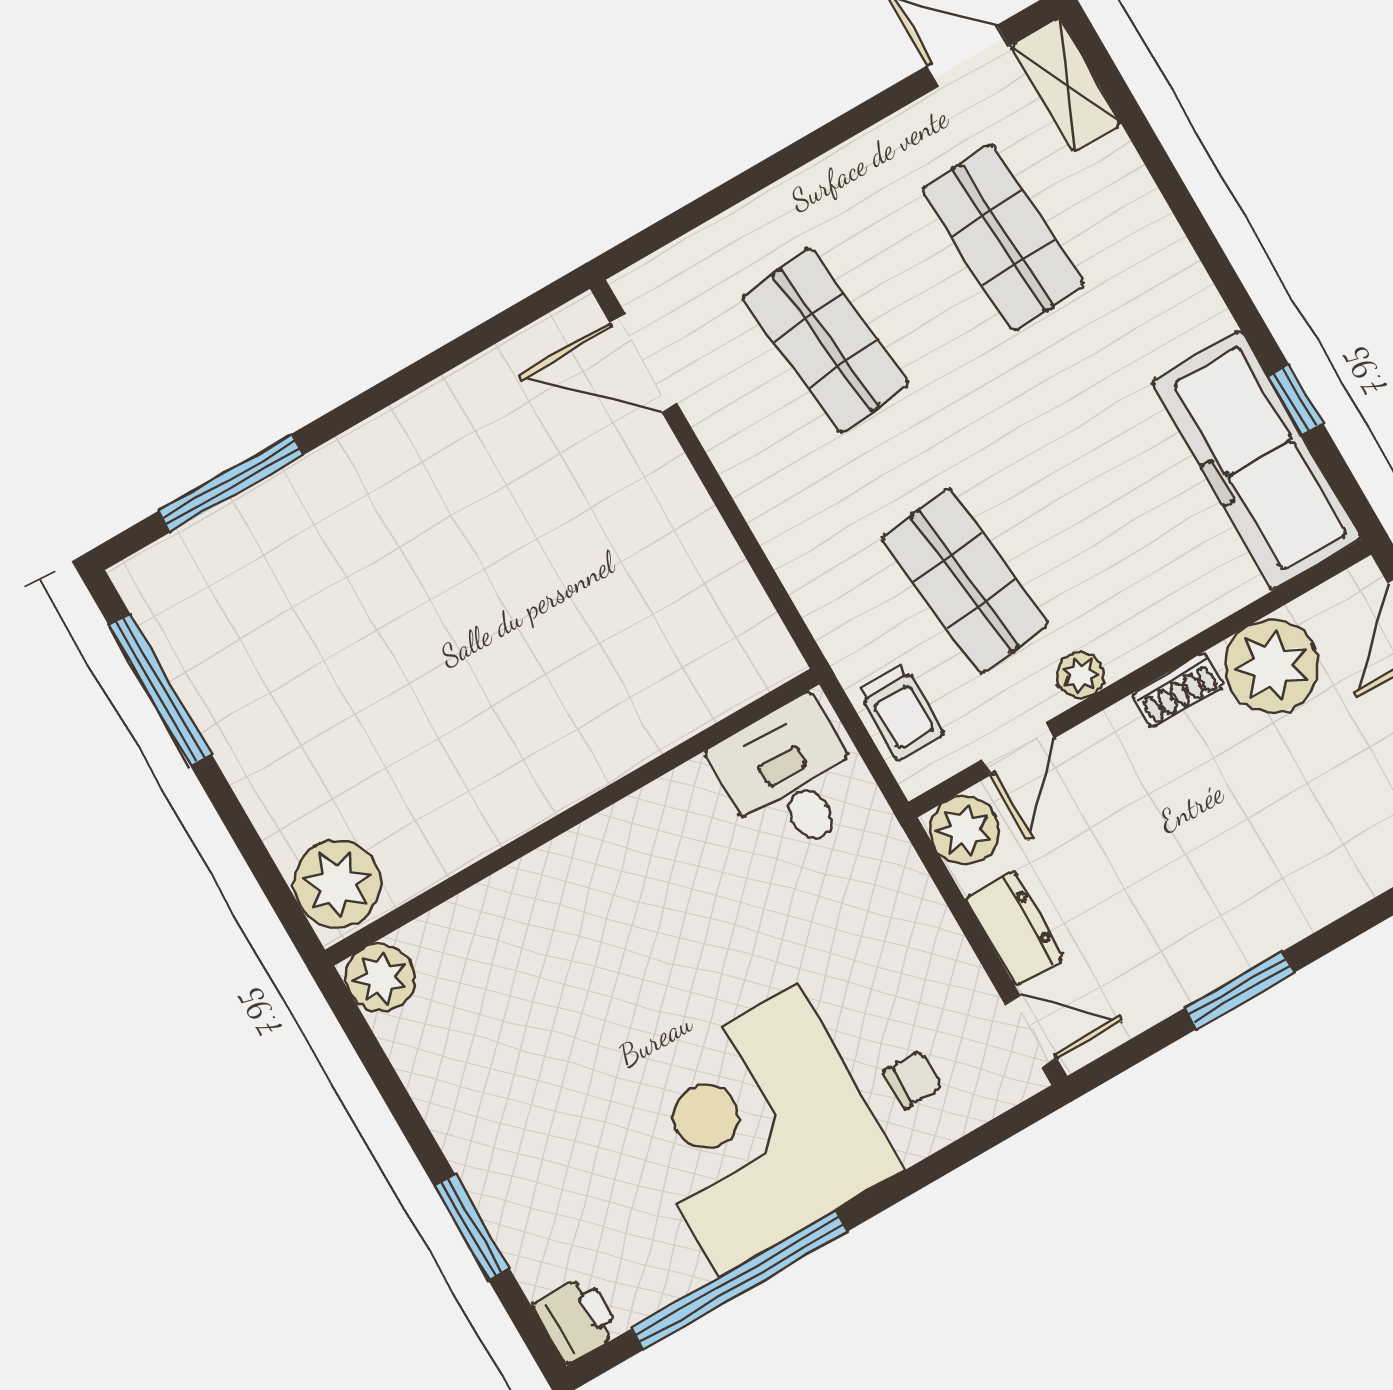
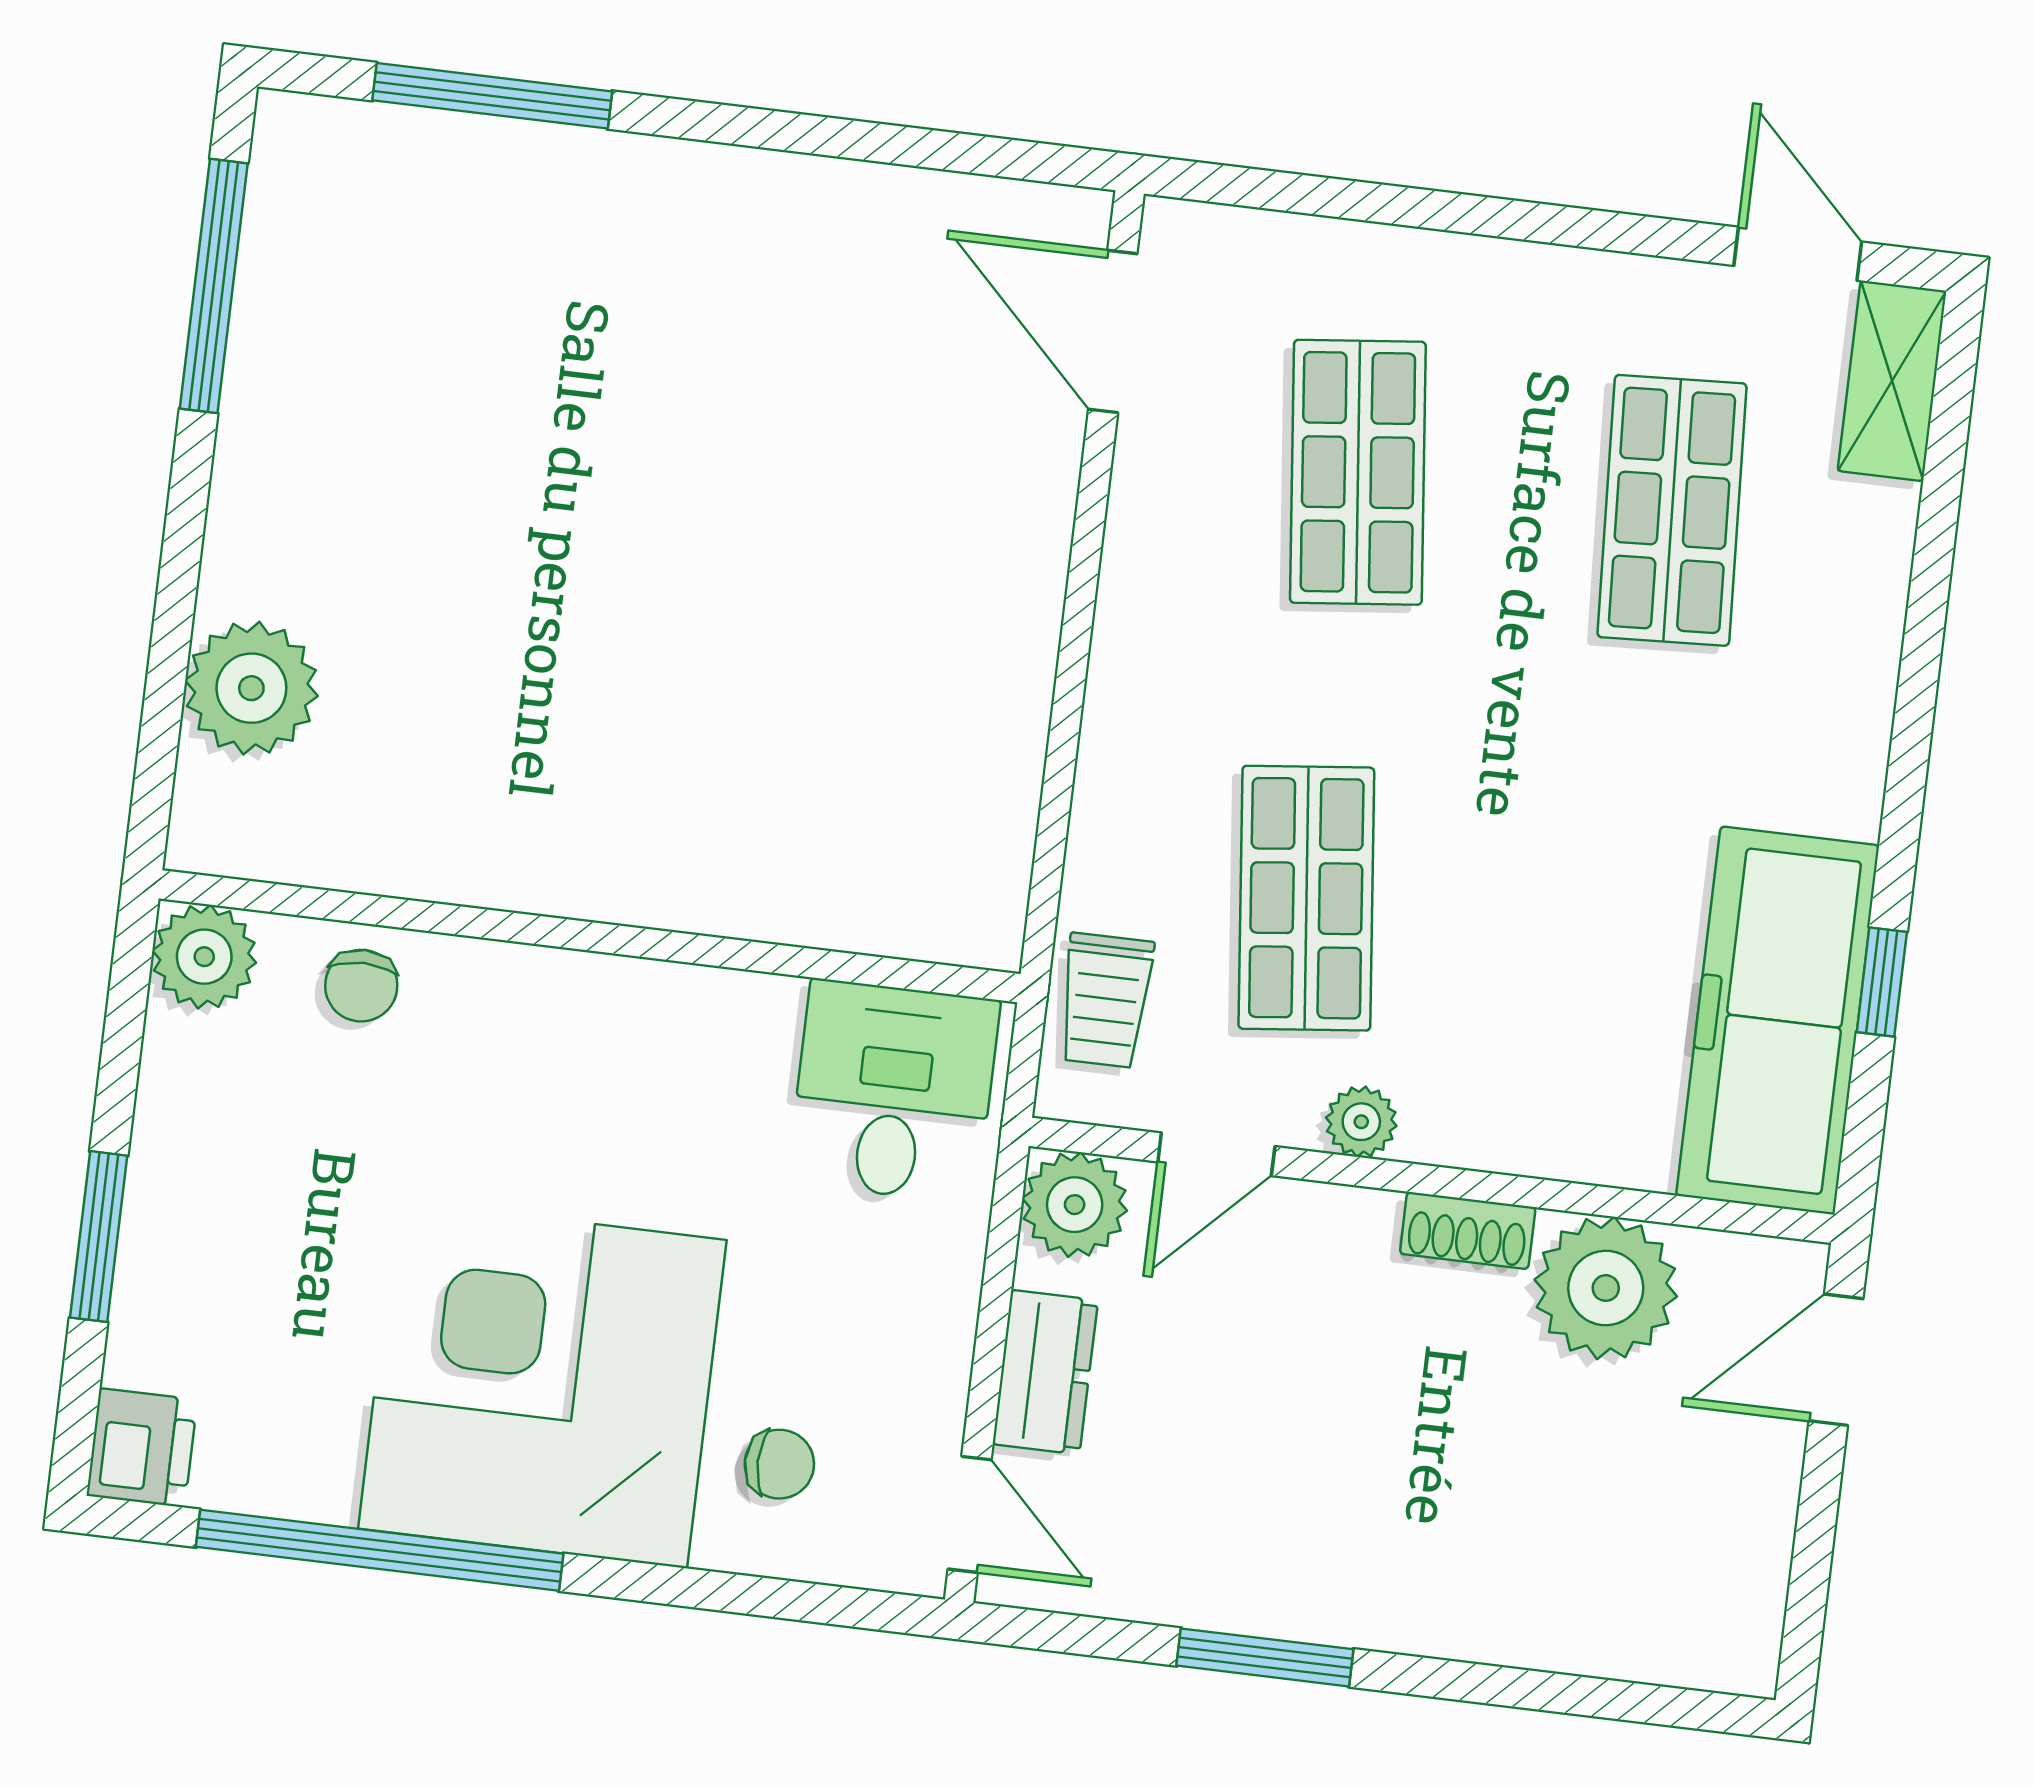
desk: (790, 779) -> (894, 1091), moved
wall: (572, 817) -> (590, 936), moved
plant: (380, 978) -> (204, 957), moved
chair: (510, 995) -> (361, 986), added

